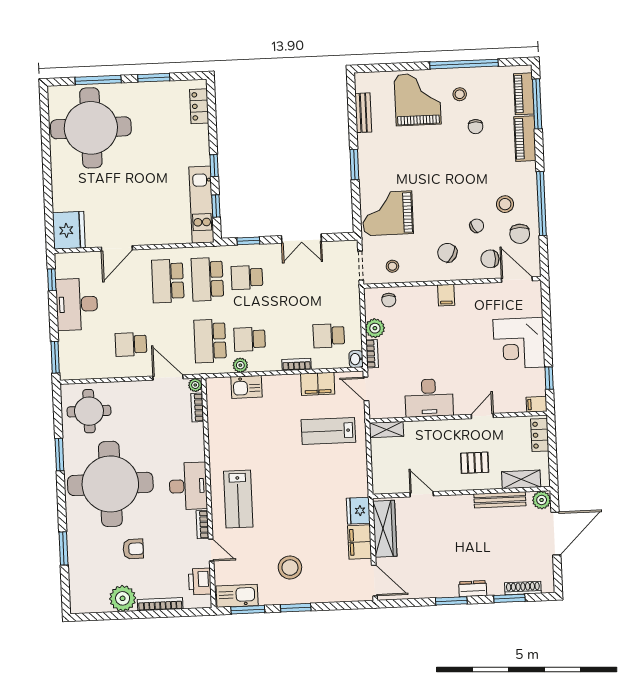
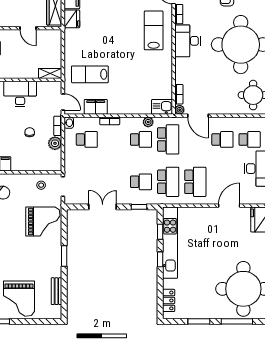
kitchen unit: (201, 205) -> (170, 243), width x1.36
chair: (389, 300) -> (30, 132), moved
school desk: (91, 346) -> (250, 139), added
kitchen sink: (247, 387) -> (162, 107), moved
lab bench: (328, 431) -> (90, 74), turned 180

